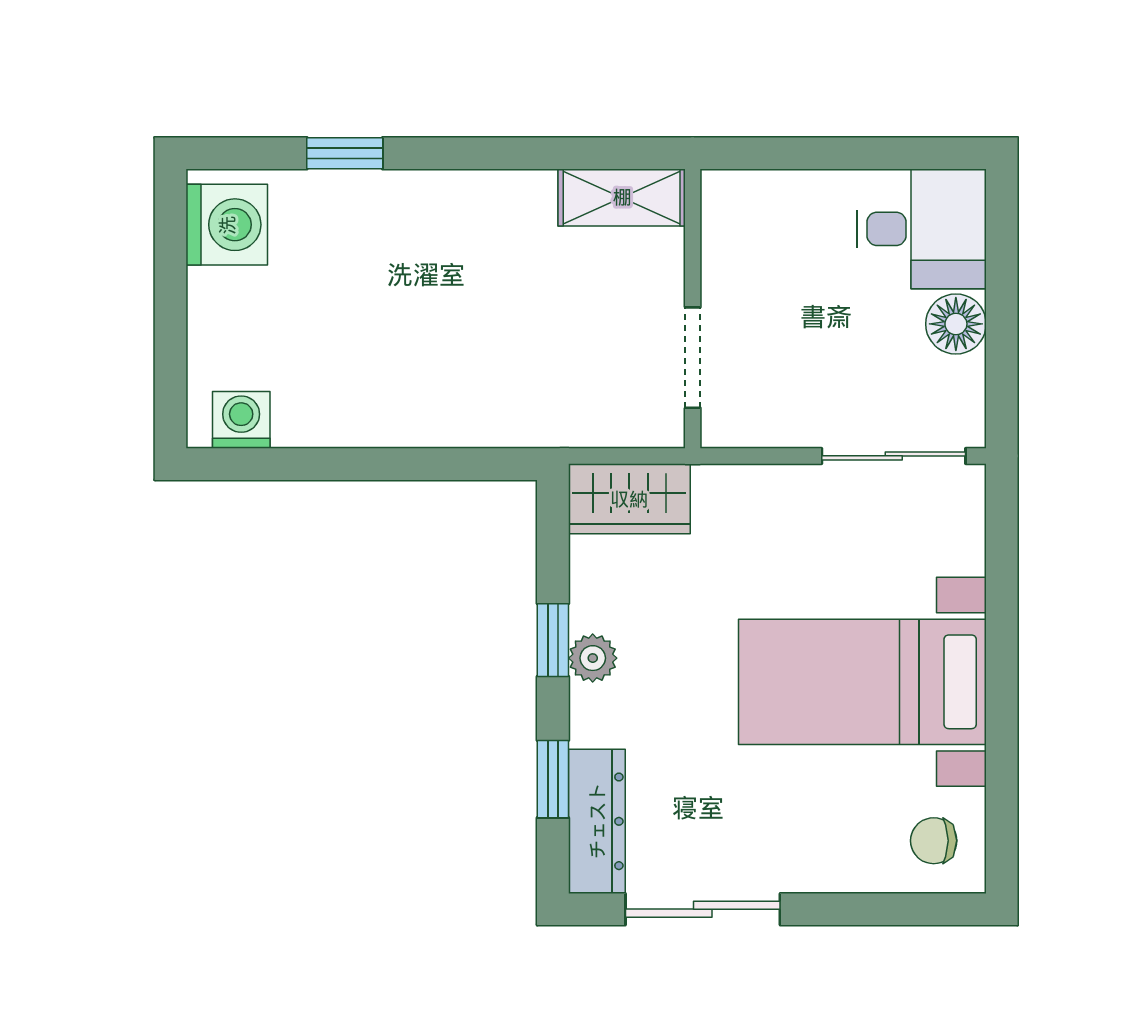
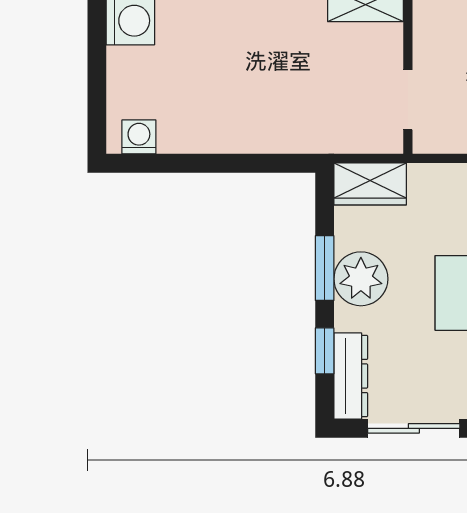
window: (553, 640) -> (325, 268), width x1.50
plant: (593, 658) -> (361, 279), width x1.88, depth x1.88

